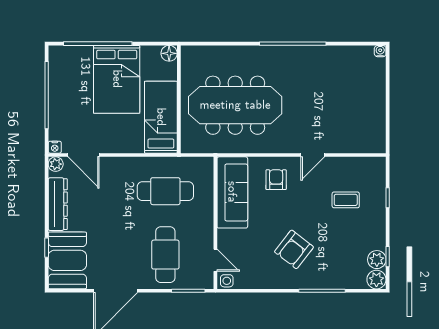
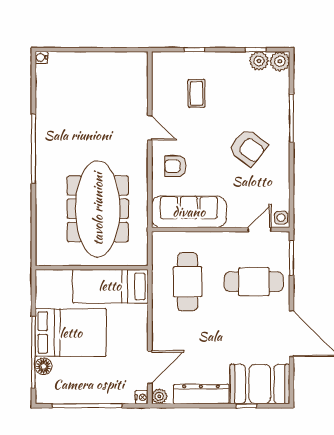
floor lamp: (169, 53) -> (44, 366), moved

